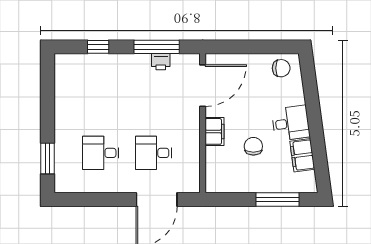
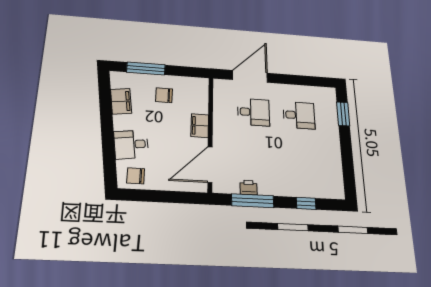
desk: (291, 123) -> (131, 144), moved
chair: (253, 146) -> (164, 95), moved, turned 90

